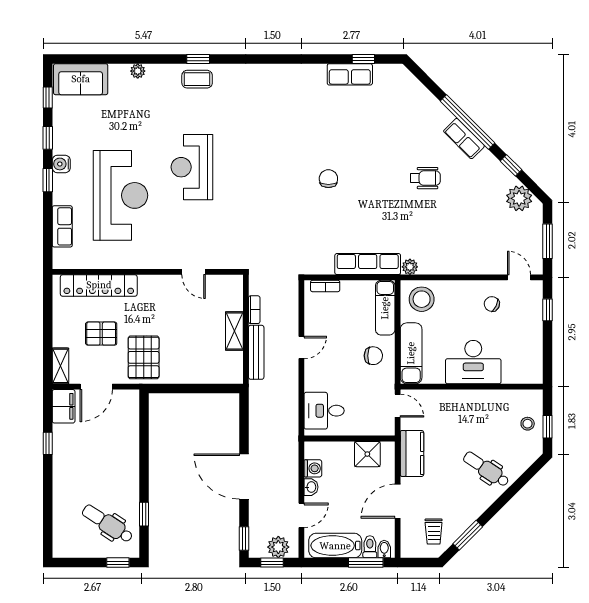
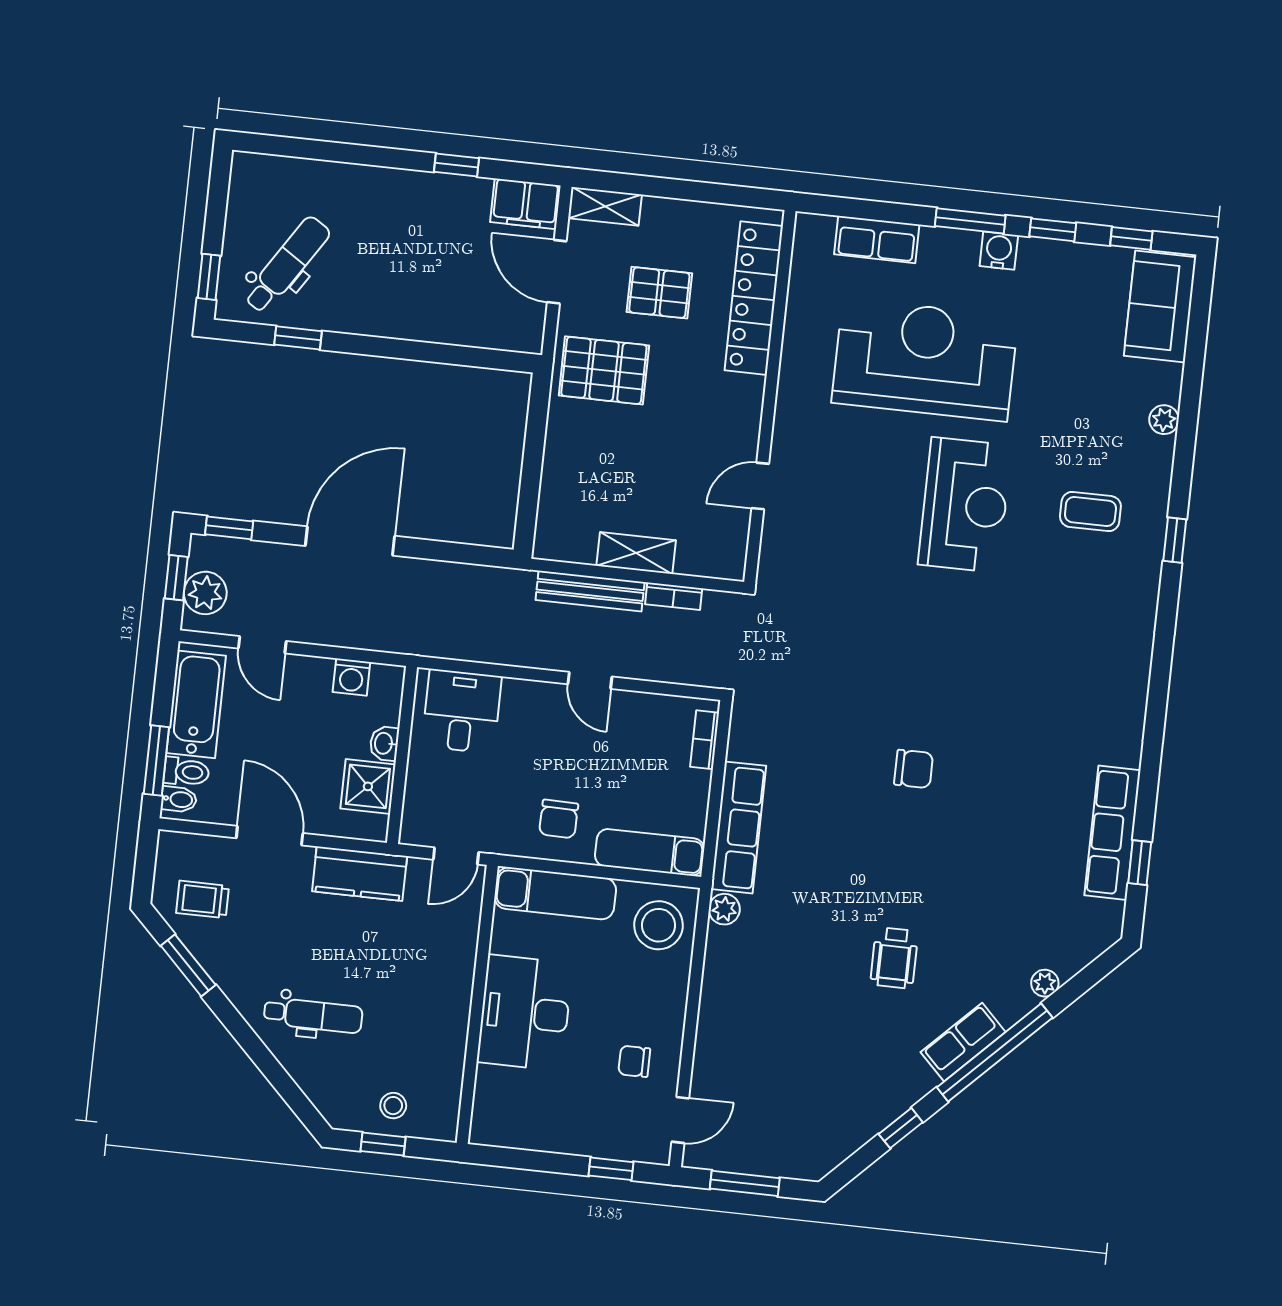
row of seats: (350, 74) -> (1112, 833), width x1.48
coffee table: (197, 79) -> (1090, 512), moved, turned 90
reception desk: (192, 167) -> (965, 505), turned 90
window: (48, 180) -> (970, 221), width x1.50
reception desk: (121, 195) -> (925, 360), turned 180
plant: (519, 198) -> (1045, 983), moved, width x0.53, depth x0.53
chair: (492, 304) -> (634, 1061), turned -116
pallet: (101, 334) -> (659, 293), turned 90
dental chair: (486, 469) -> (313, 1015), turned 56
washbasin: (311, 487) -> (384, 743), moved, turned 90

